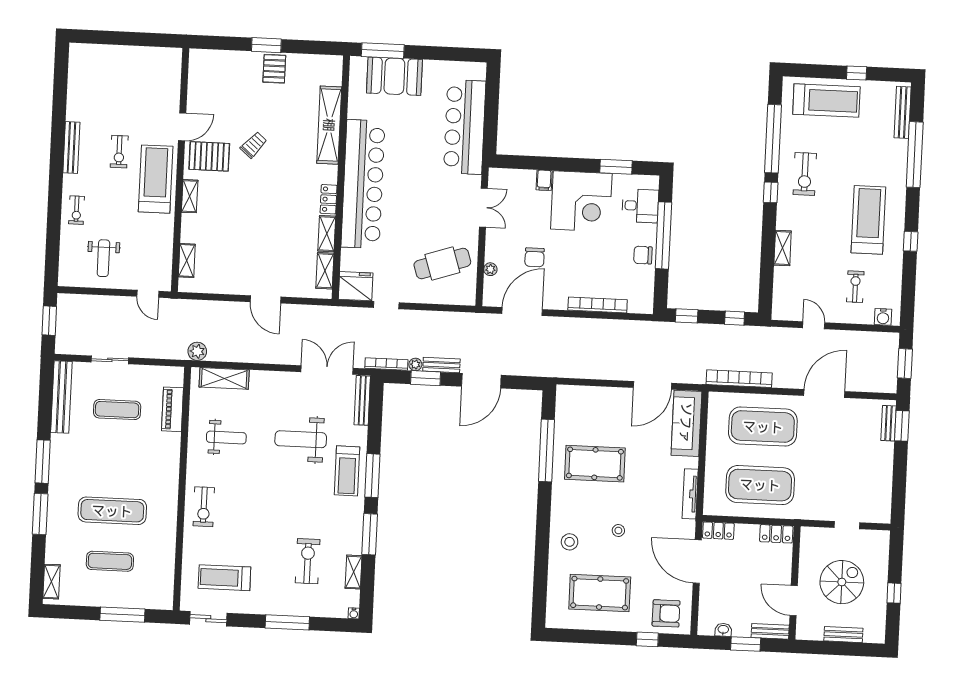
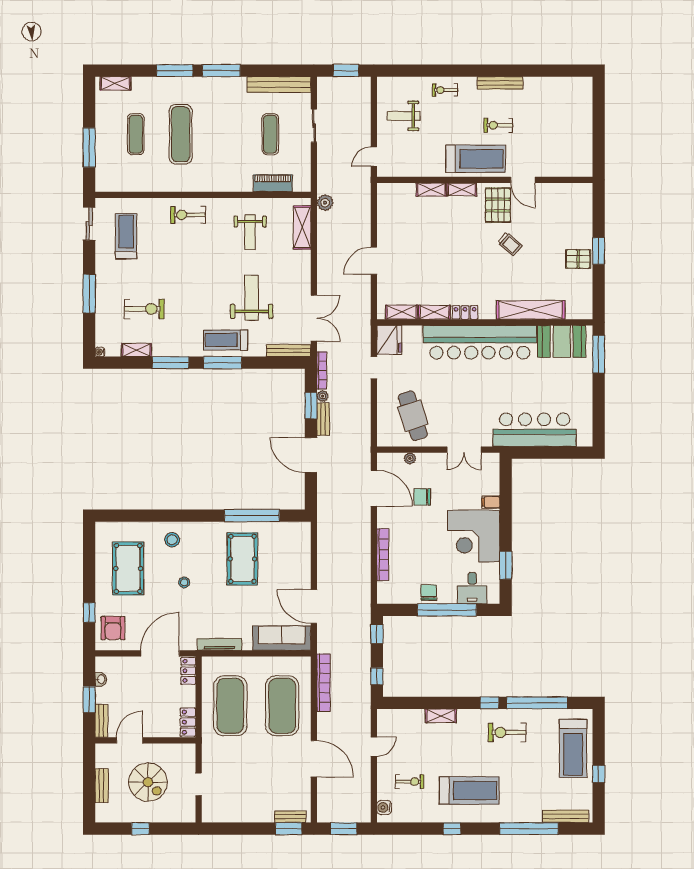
booth: (394, 76) -> (562, 341), moved, turned 90
shelving: (187, 260) -> (431, 190), moved

